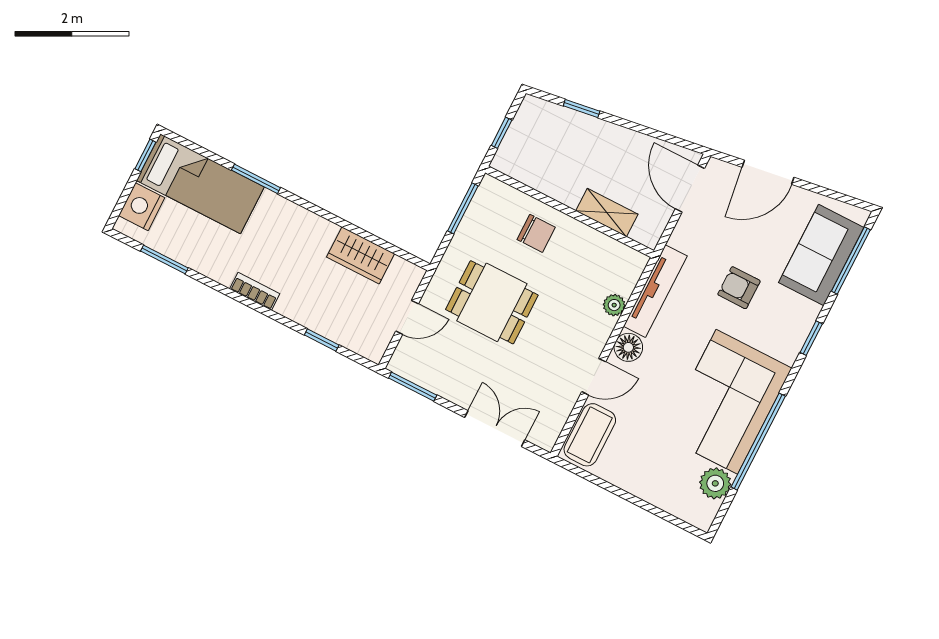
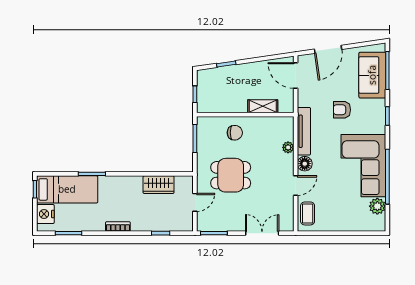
coffee table: (590, 435) -> (308, 213), width x0.73, depth x0.77

